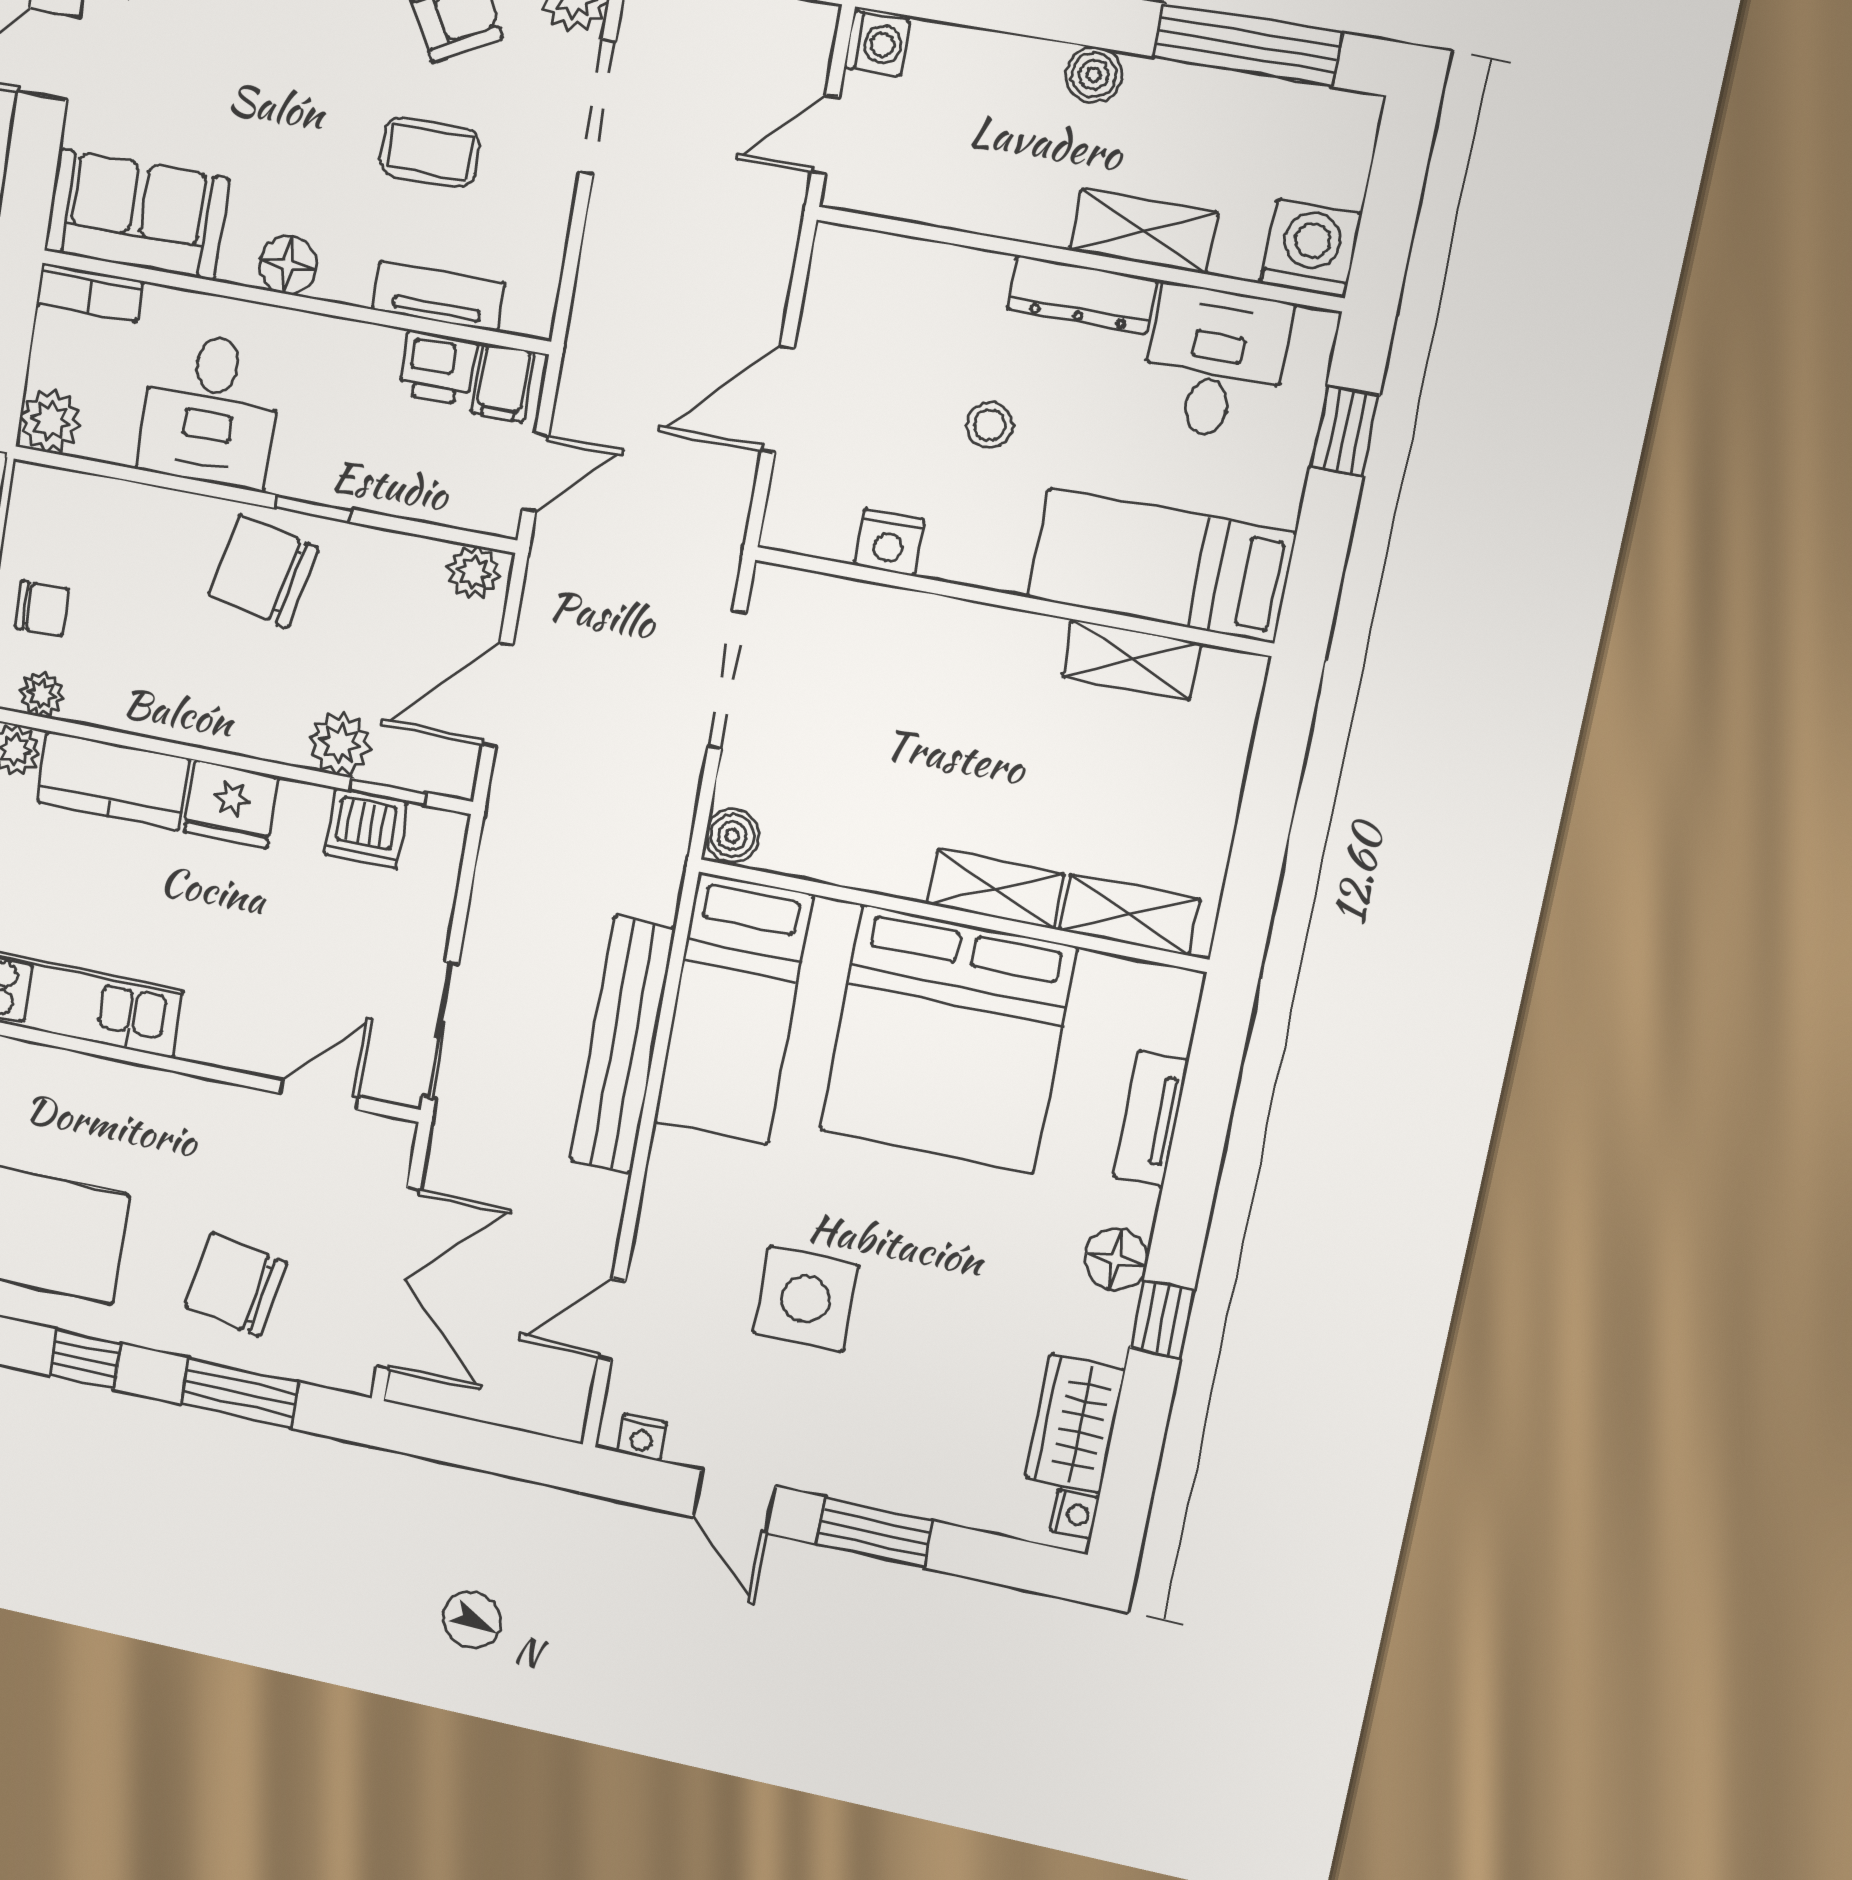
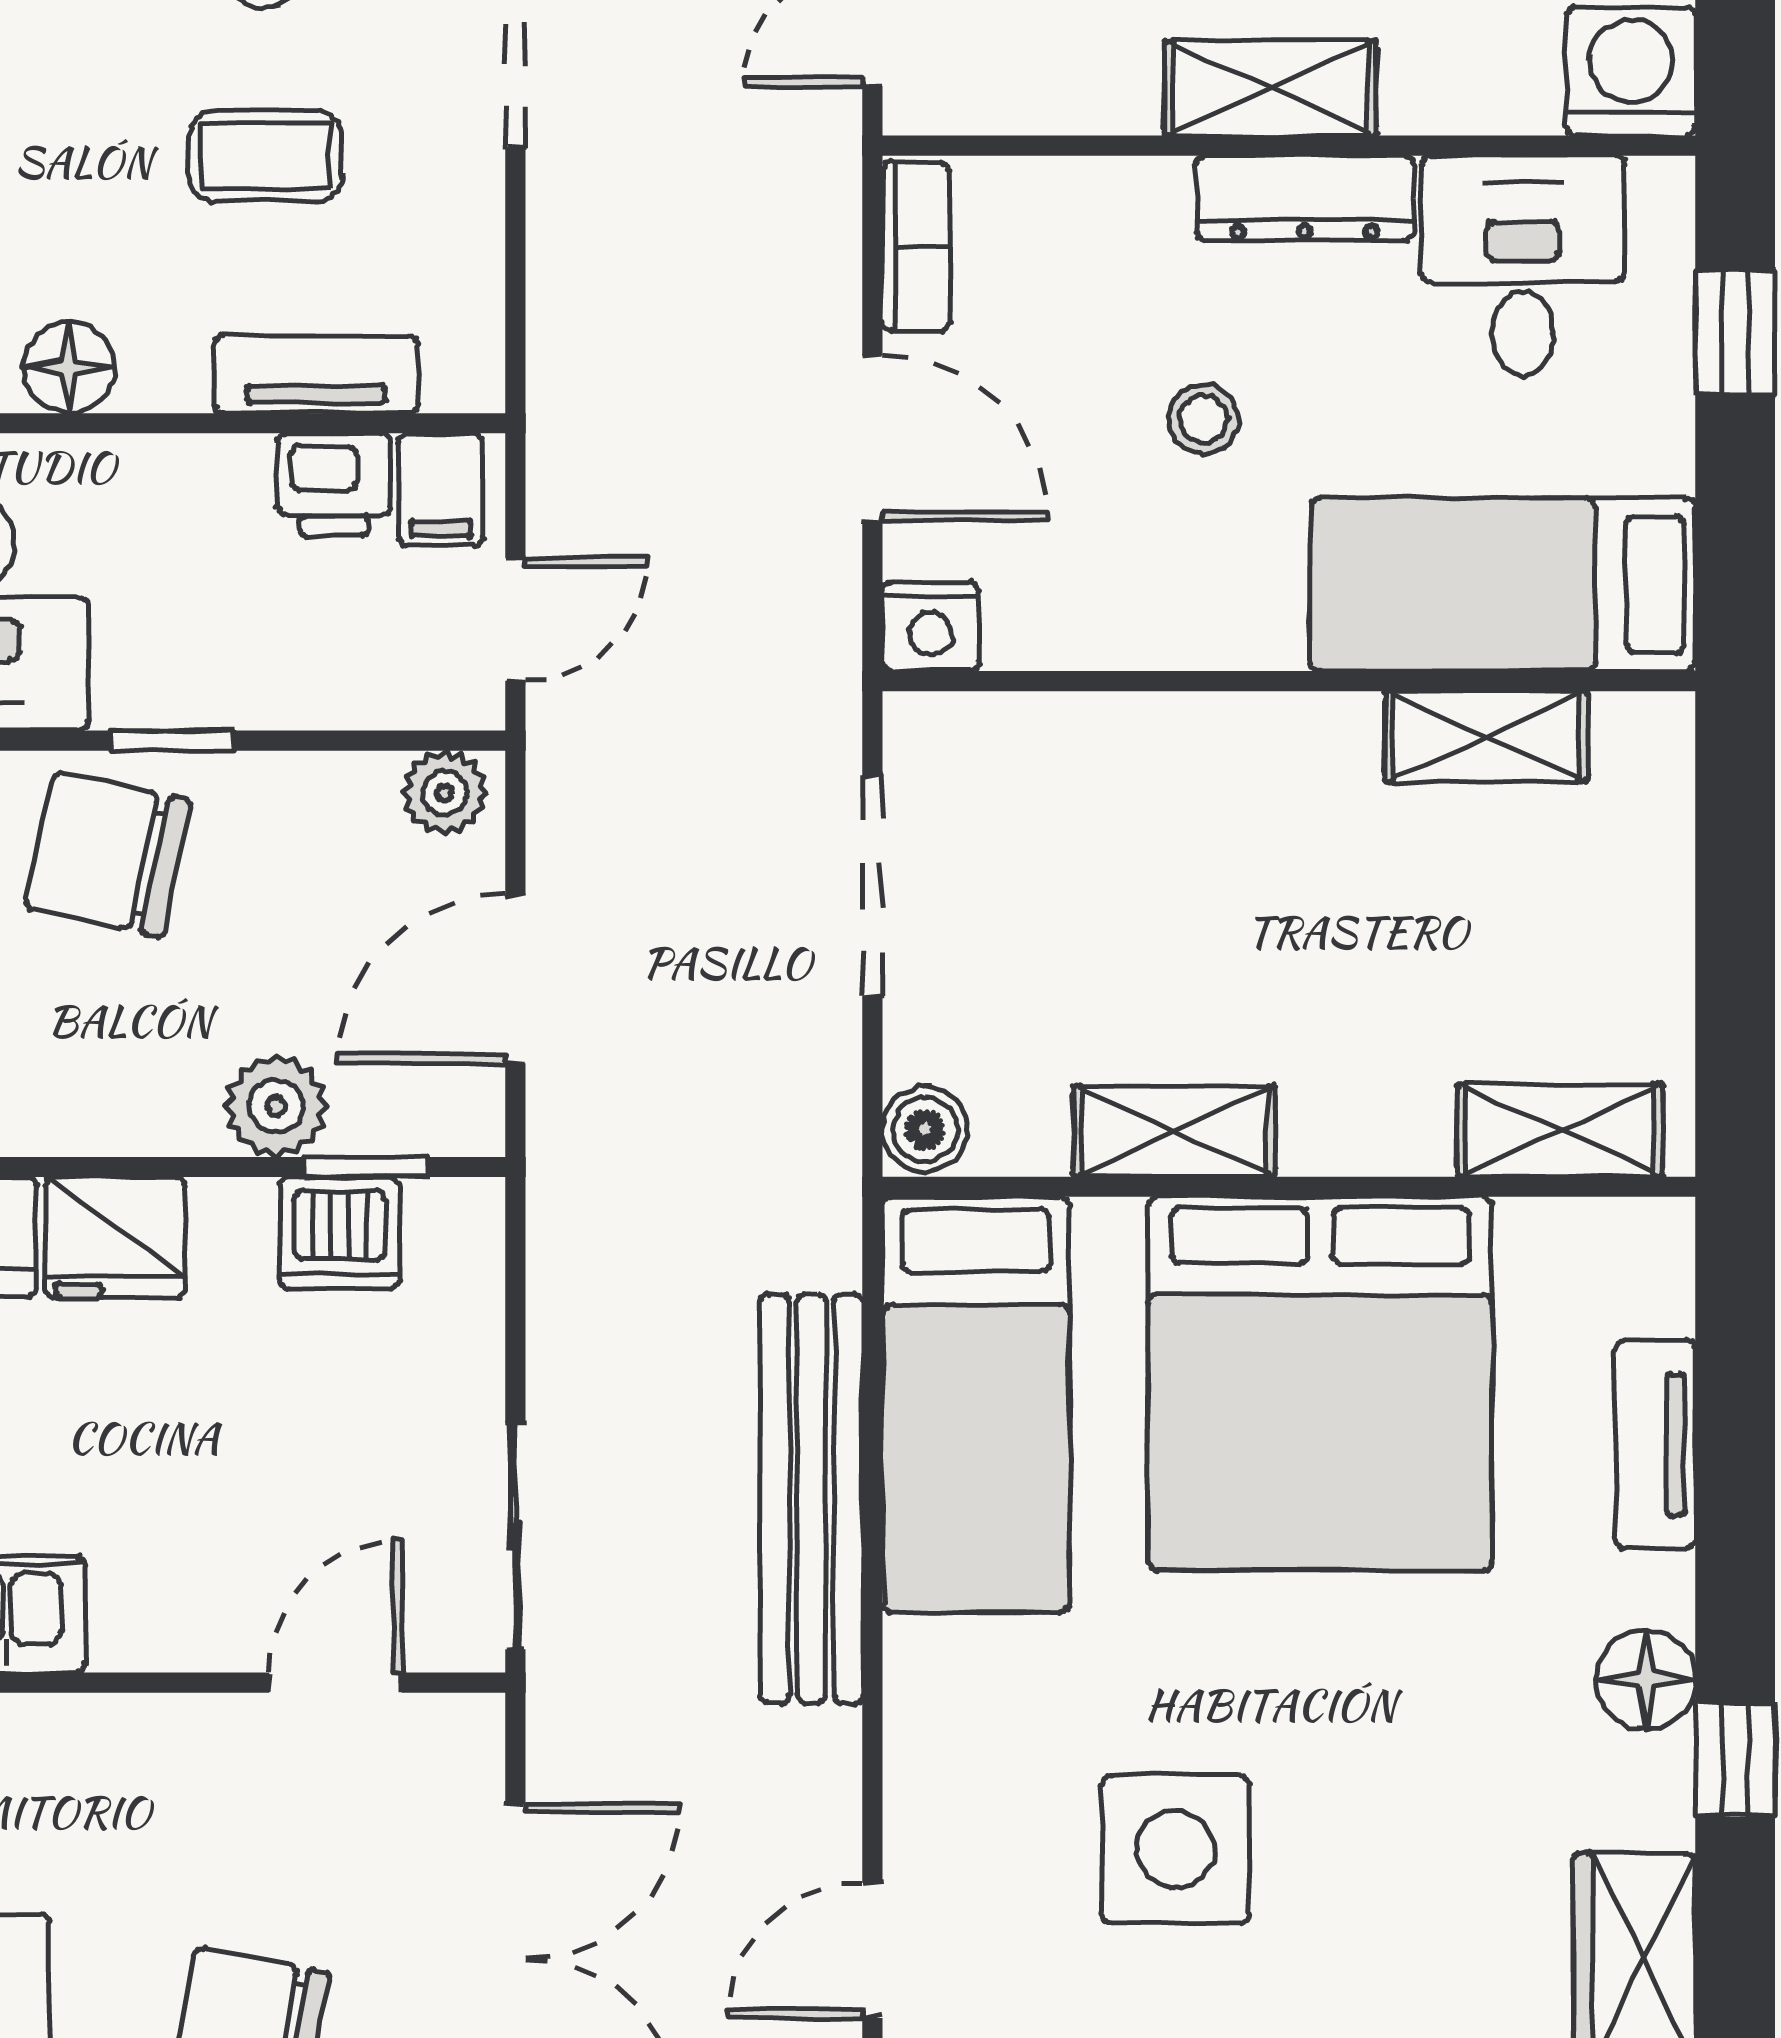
shelving: (1144, 231) -> (1270, 88), moved
bookcase: (827, 282) -> (916, 246), added
door: (778, 399) -> (872, 438), swing flipped
nightstand: (889, 543) -> (931, 627), moved
shelving: (996, 889) -> (1174, 1132), moved

